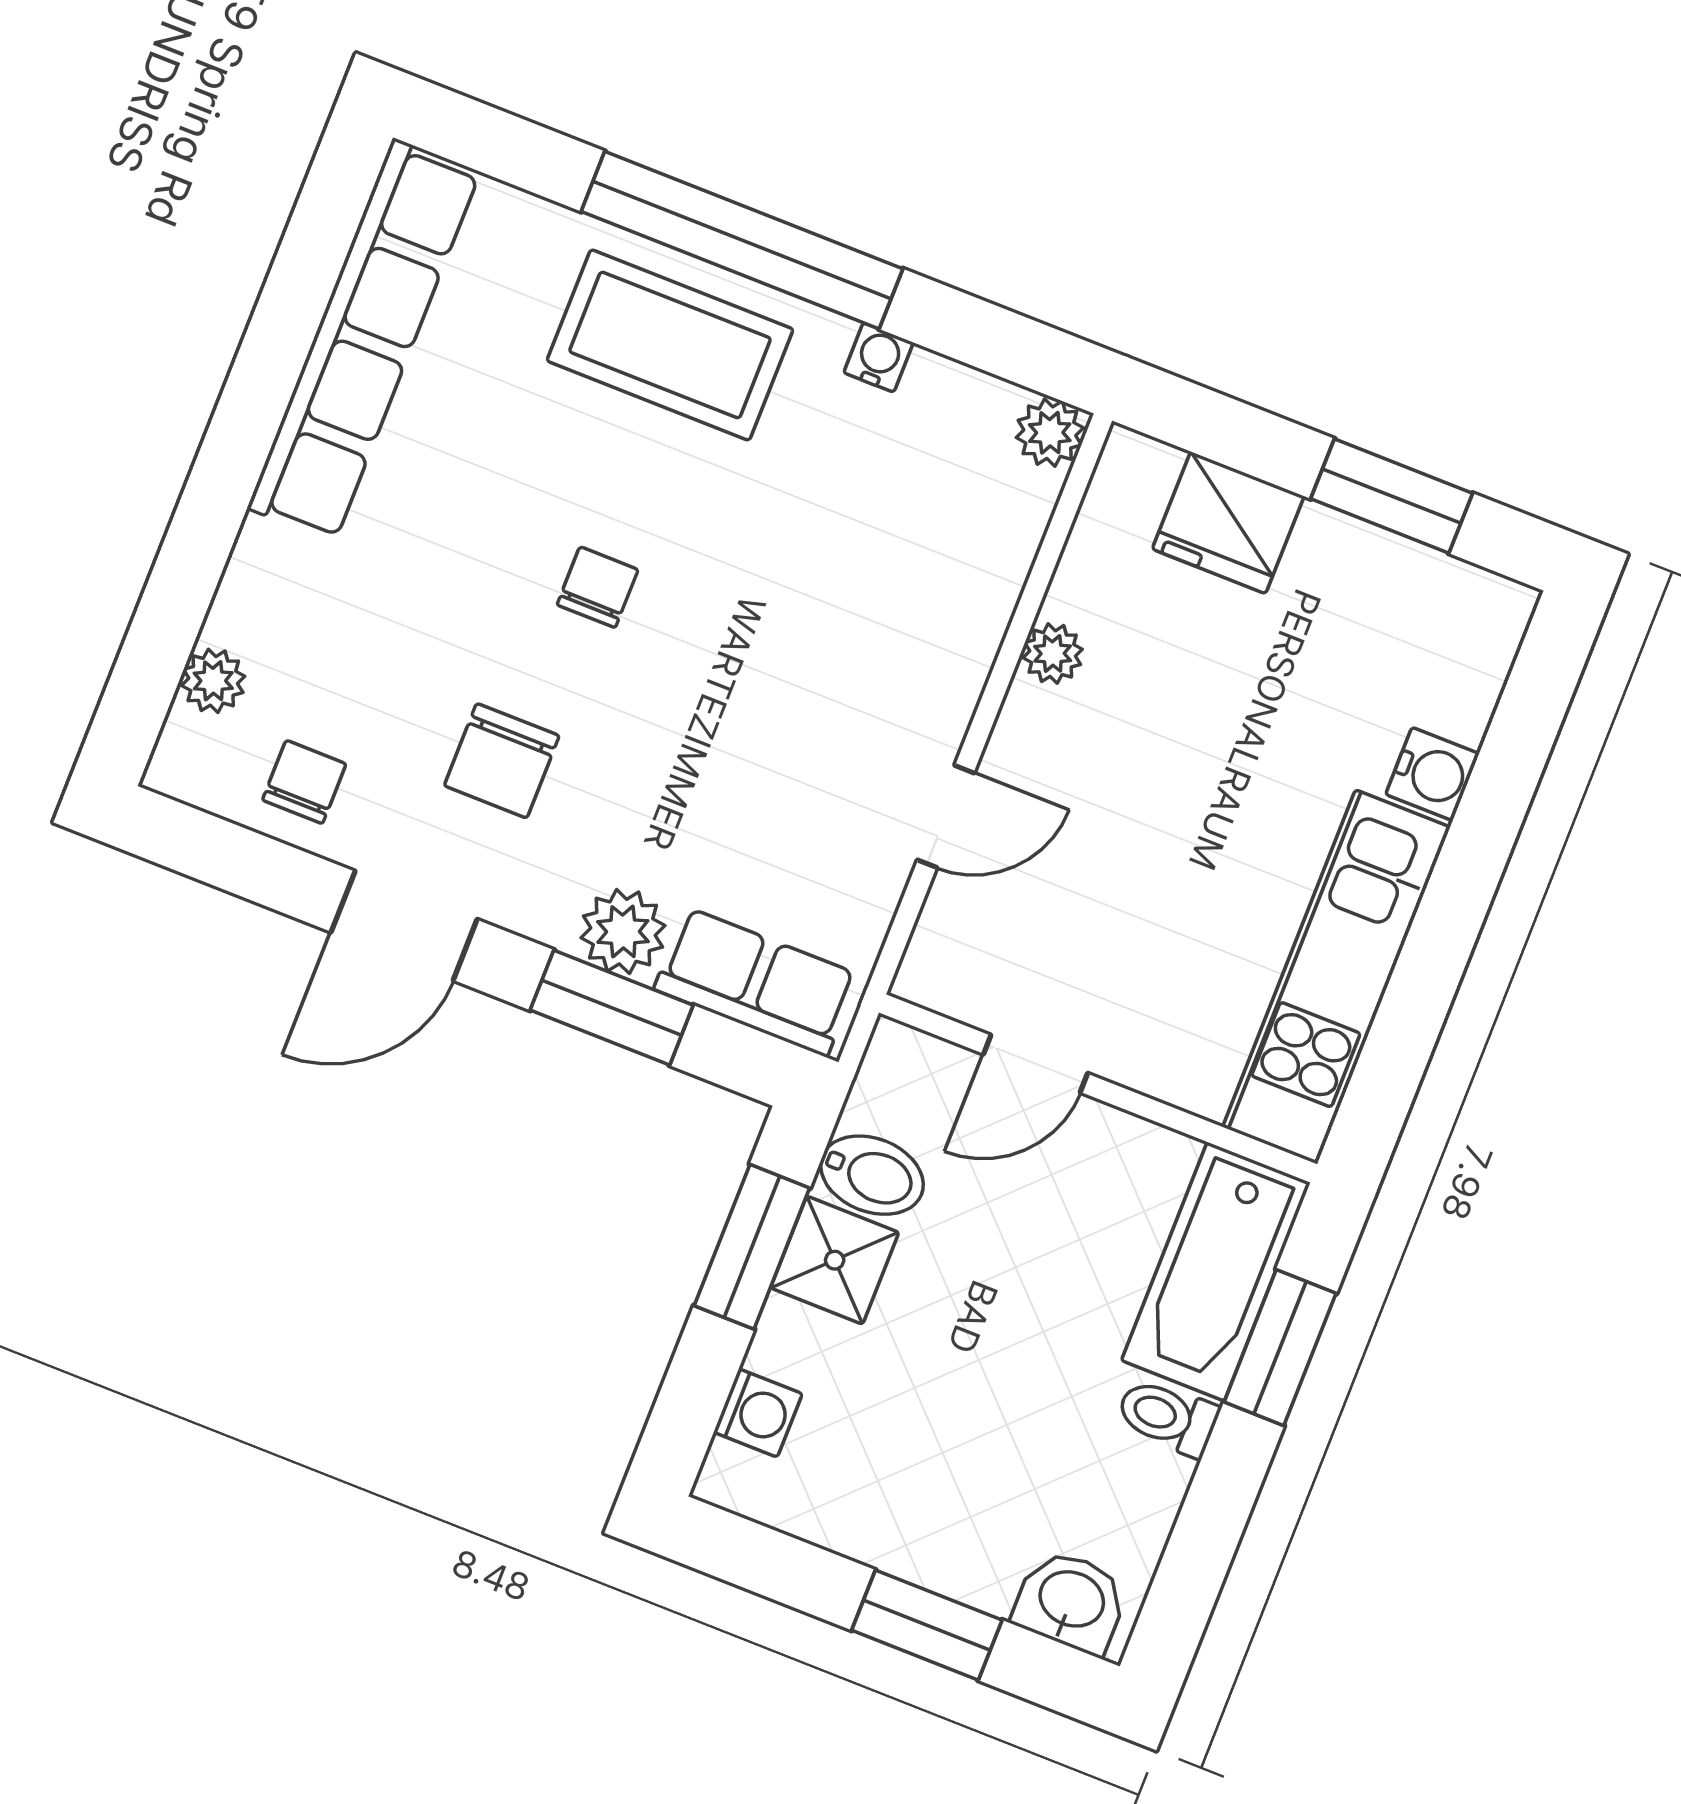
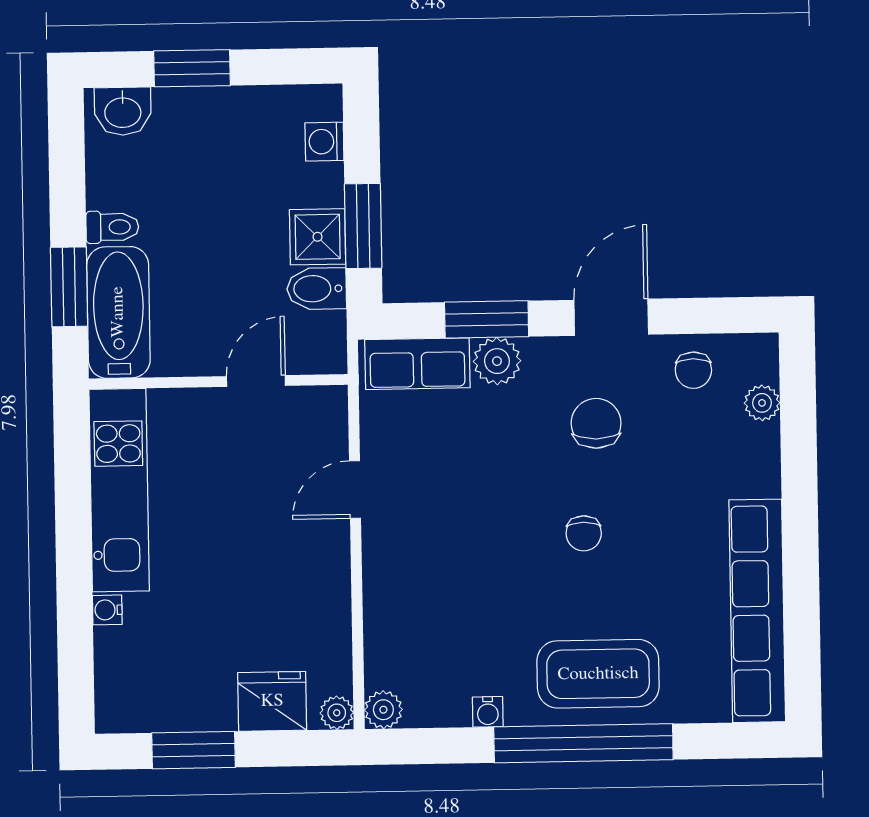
plant: (1053, 654) -> (337, 713), moved
water cooler: (1432, 774) -> (107, 610), width x0.72, depth x0.72

